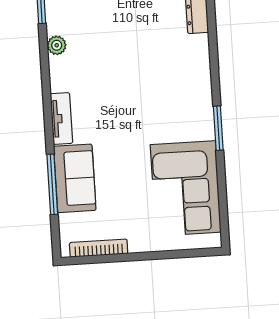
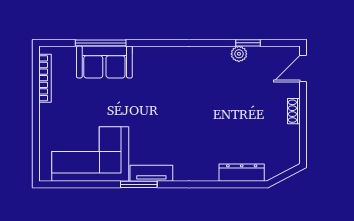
plant: (57, 45) -> (239, 54), moved
tv unit: (61, 118) -> (151, 173), moved, turned 180

